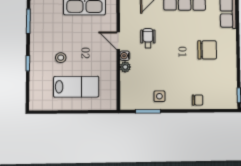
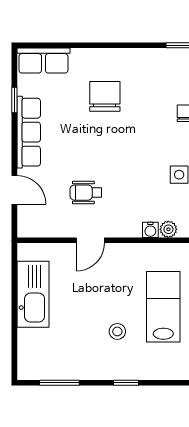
water cooler: (125, 56) -> (150, 230), moved
plant: (125, 67) -> (168, 229), moved

